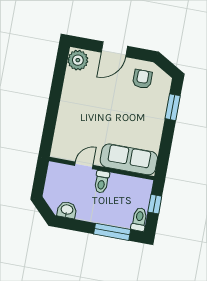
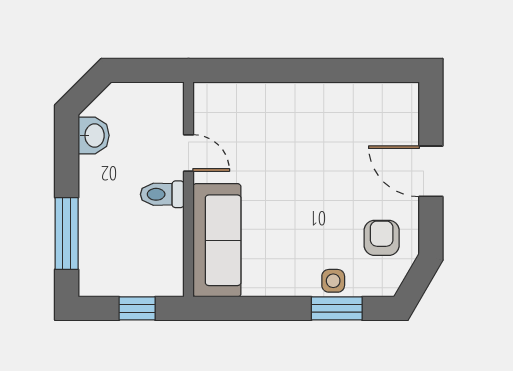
plant: (78, 60) -> (396, 103), removed
armchair: (142, 79) -> (382, 238), turned -90
side table: (159, 106) -> (333, 281), added
toilet: (139, 219) -> (101, 283), removed

